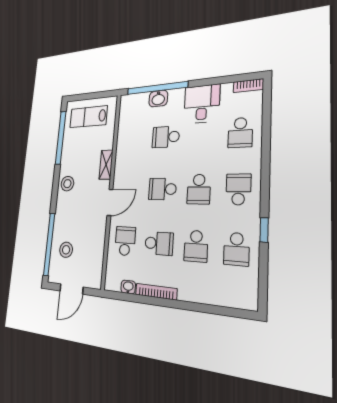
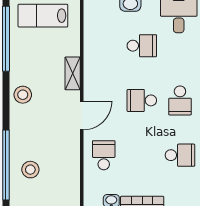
school desk: (166, 137) -> (142, 46), turned 180
school desk: (159, 243) -> (142, 155), removed
school desk: (196, 246) -> (180, 155), turned -90

